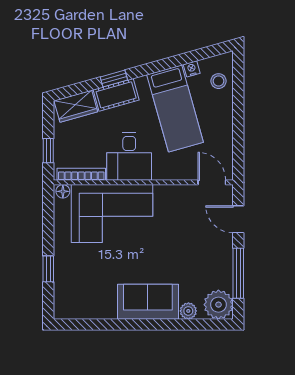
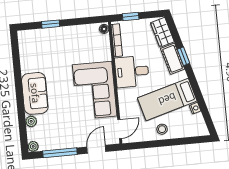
stool: (218, 81) -> (162, 129), moved
corner sofa: (112, 214) -> (95, 90), moved
plant: (218, 305) -> (33, 146), width x0.53, depth x0.53

